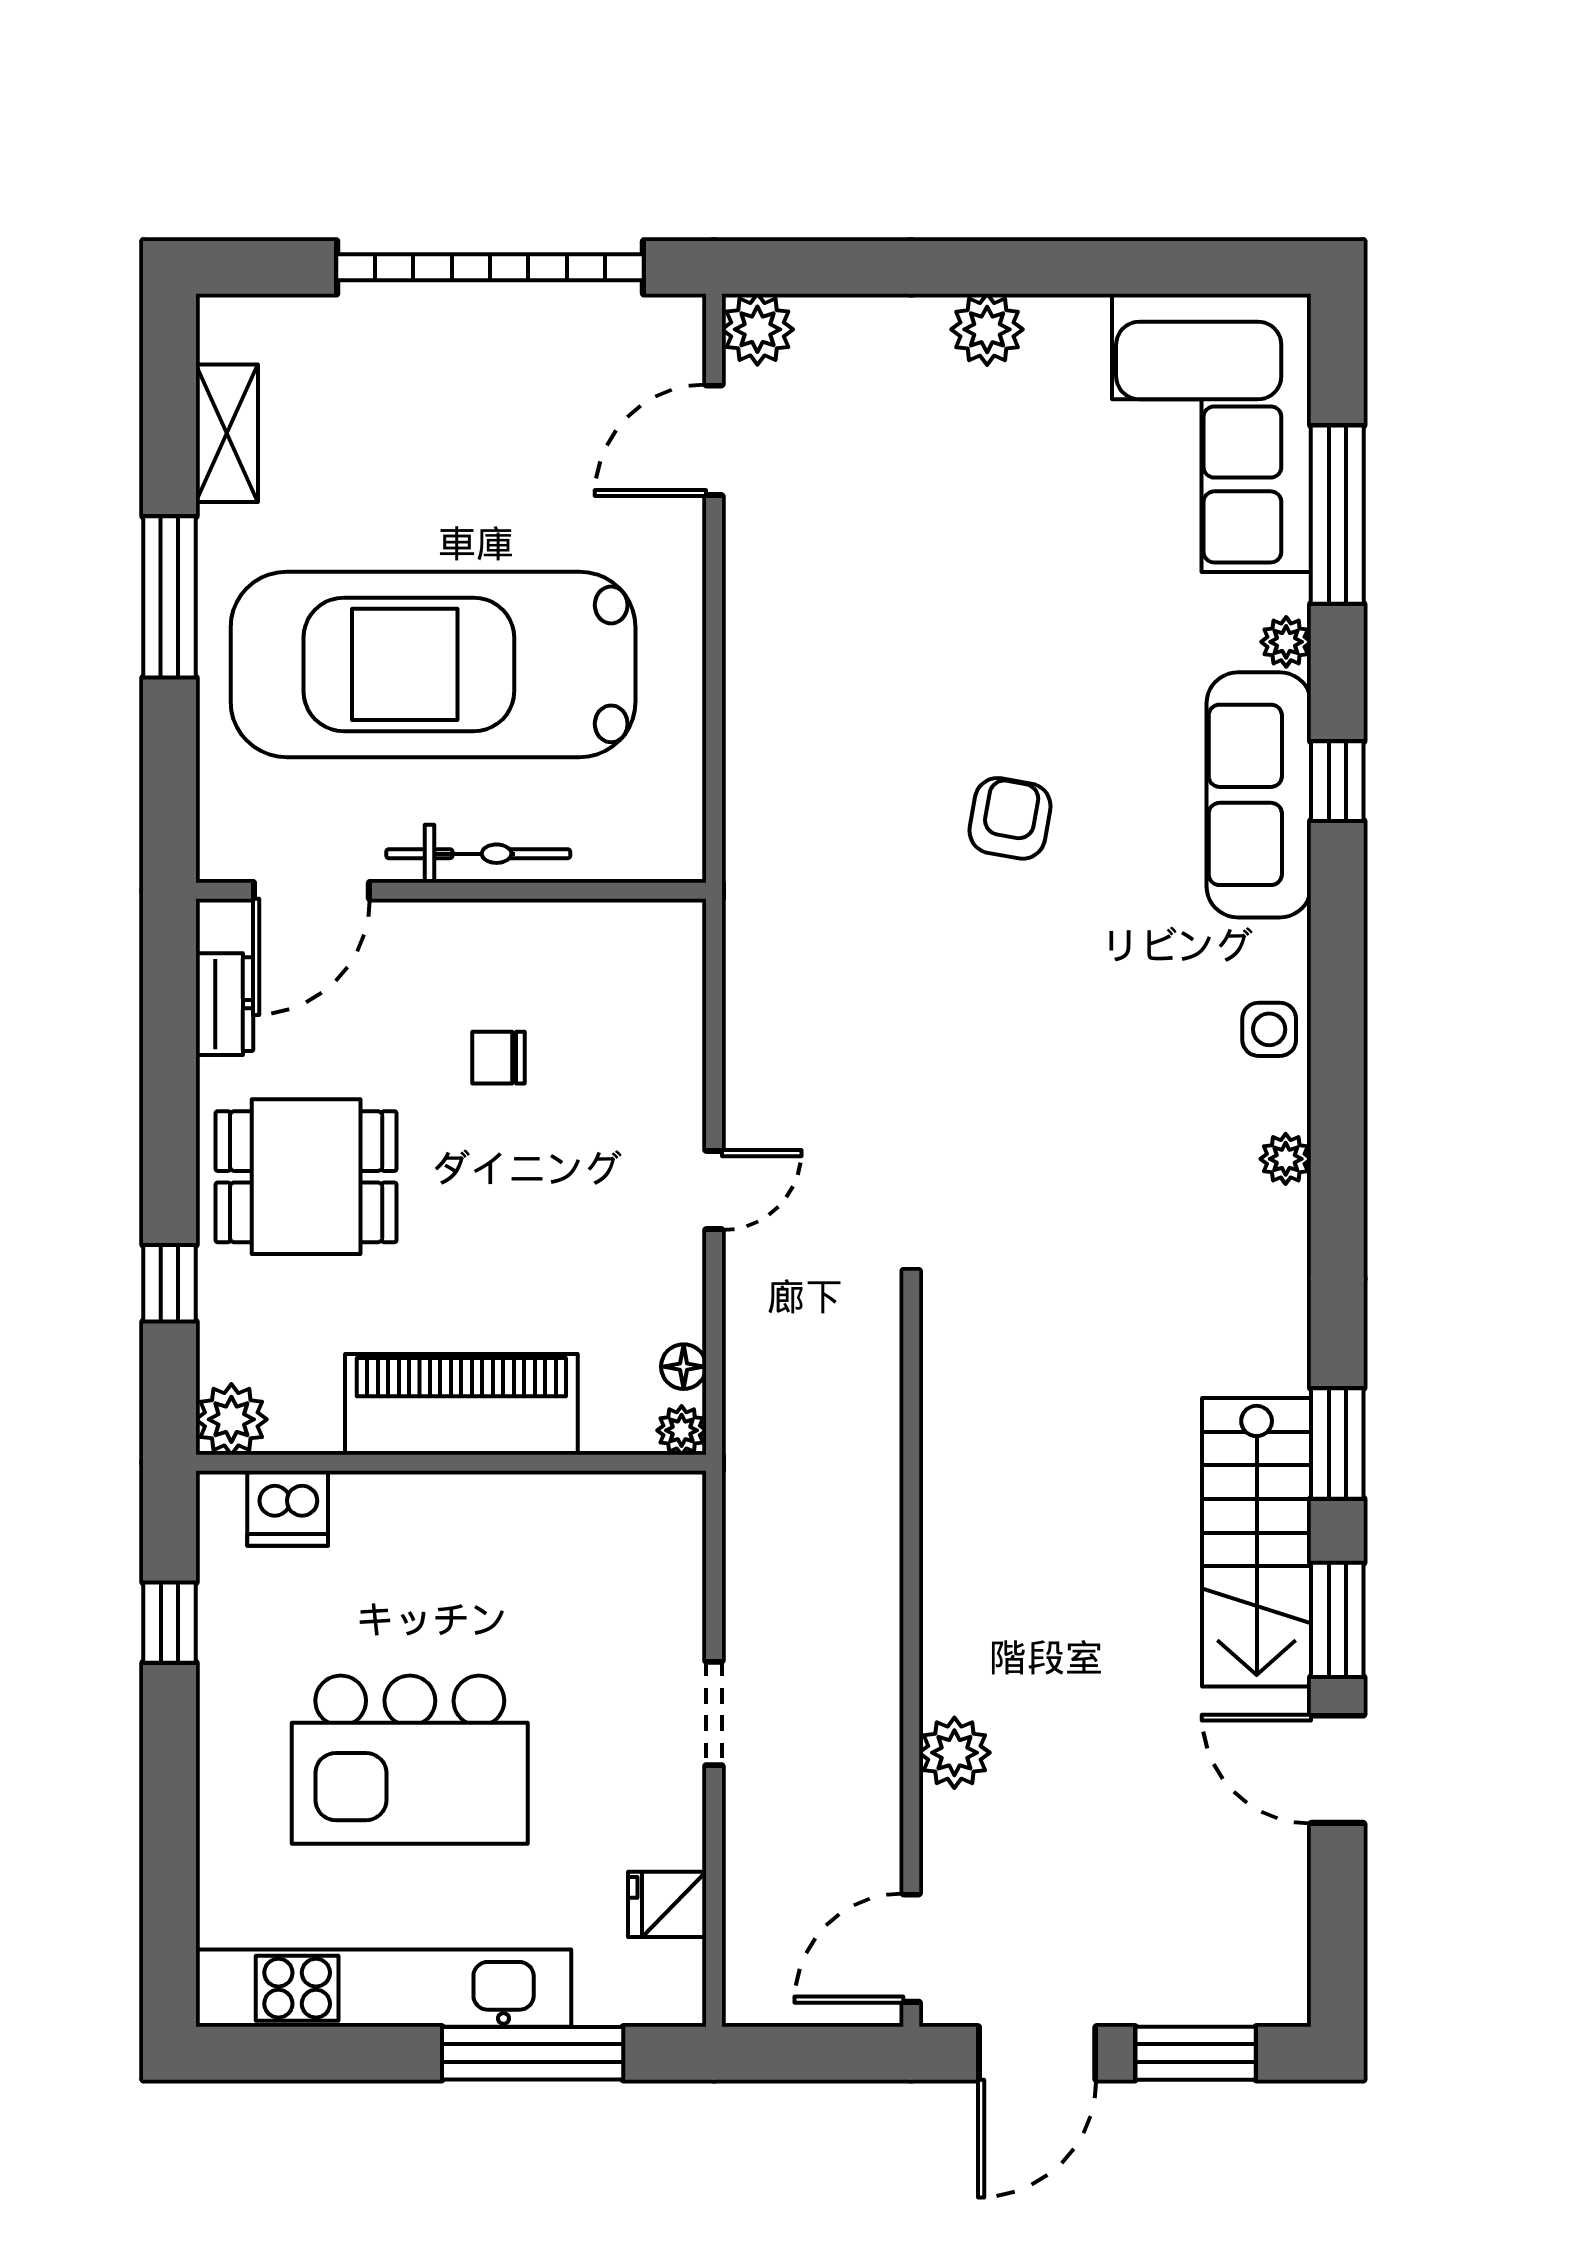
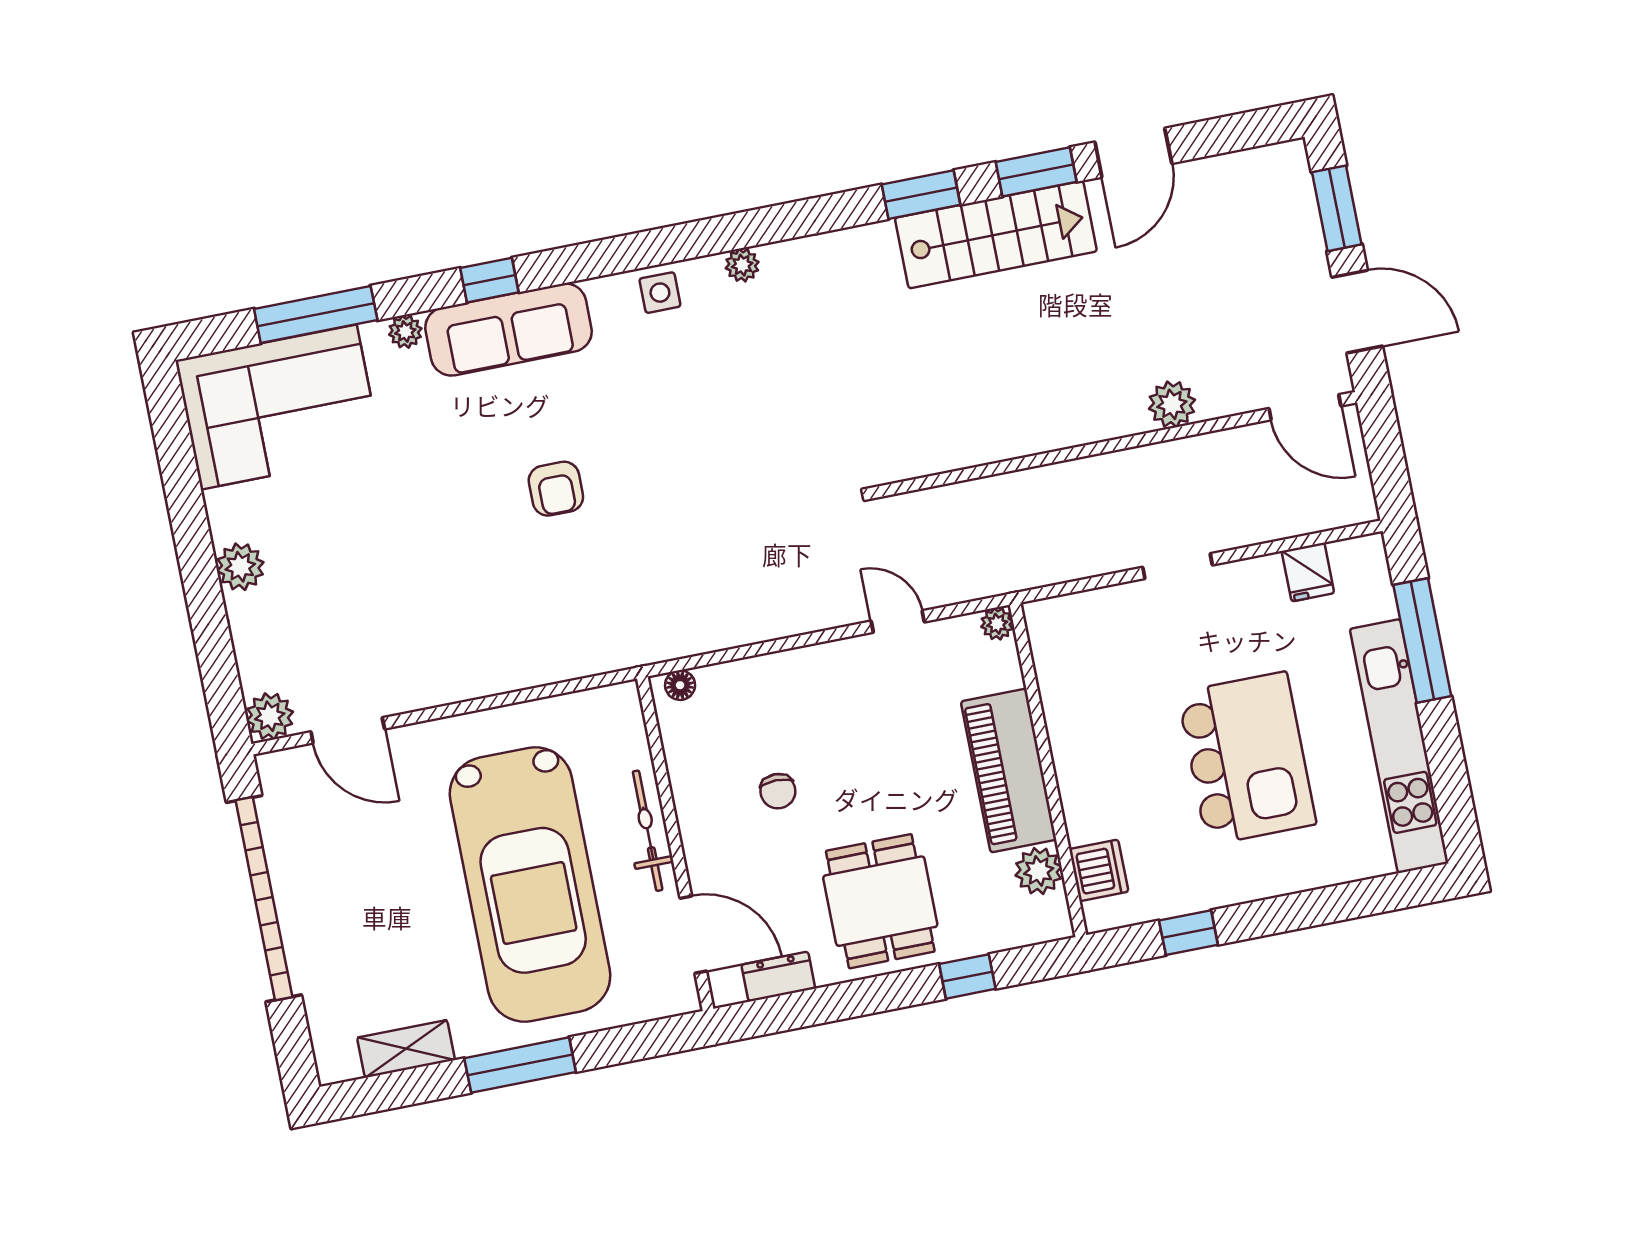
armchair: (1010, 818) -> (556, 489), turned -100
door: (714, 1190) -> (898, 622), moved
floor lamp: (684, 1367) -> (680, 685), moved
plant: (231, 1419) -> (1039, 871), moved

